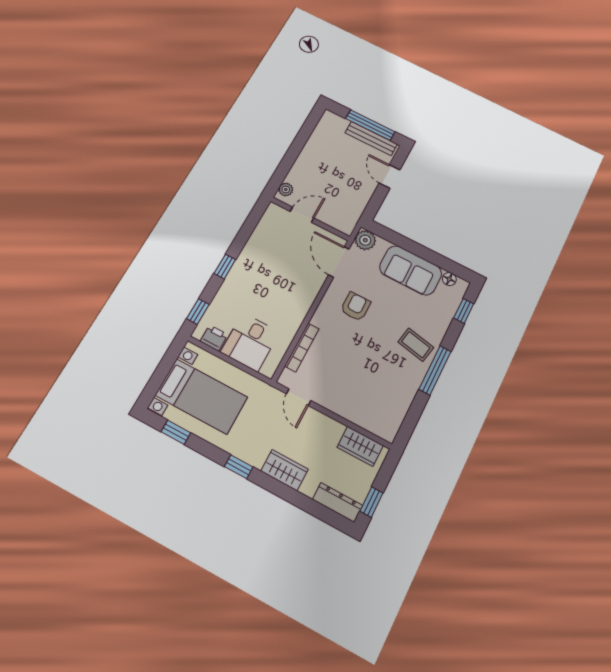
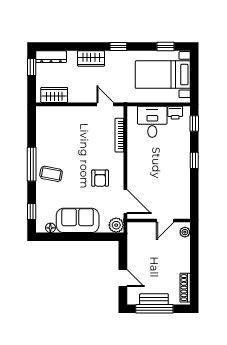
shoe rack: (321, 129) -> (185, 288), added
bench: (371, 138) -> (154, 299), width x0.73

